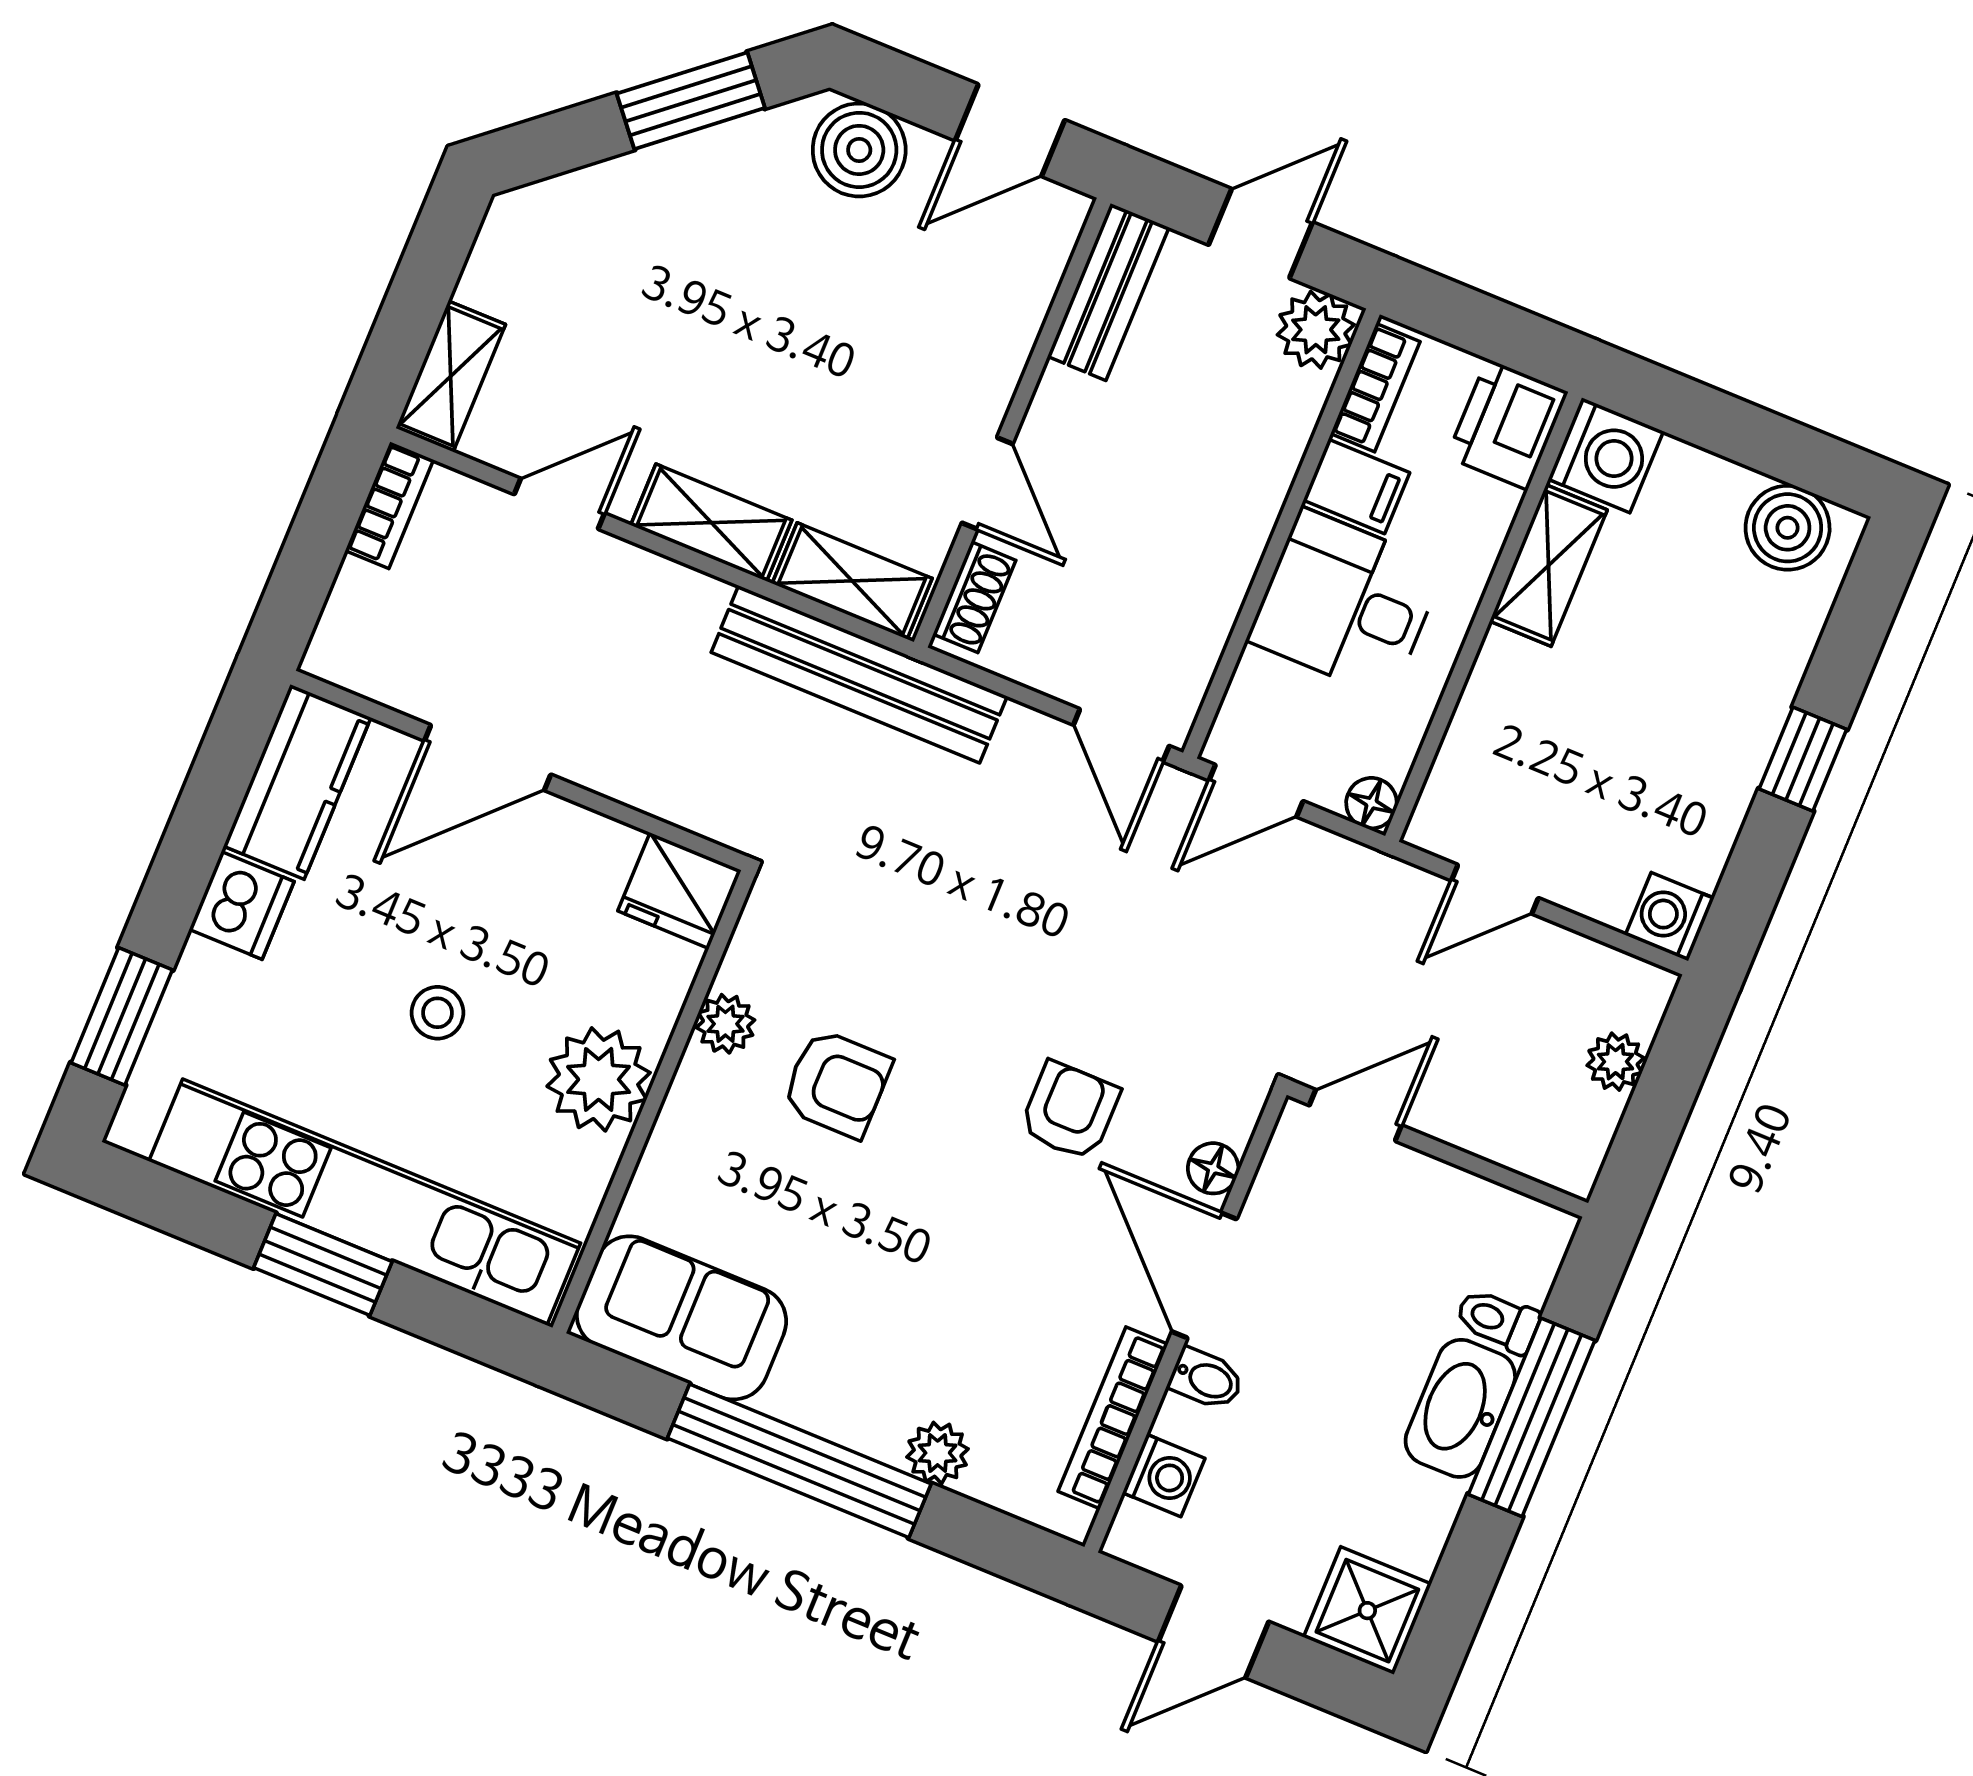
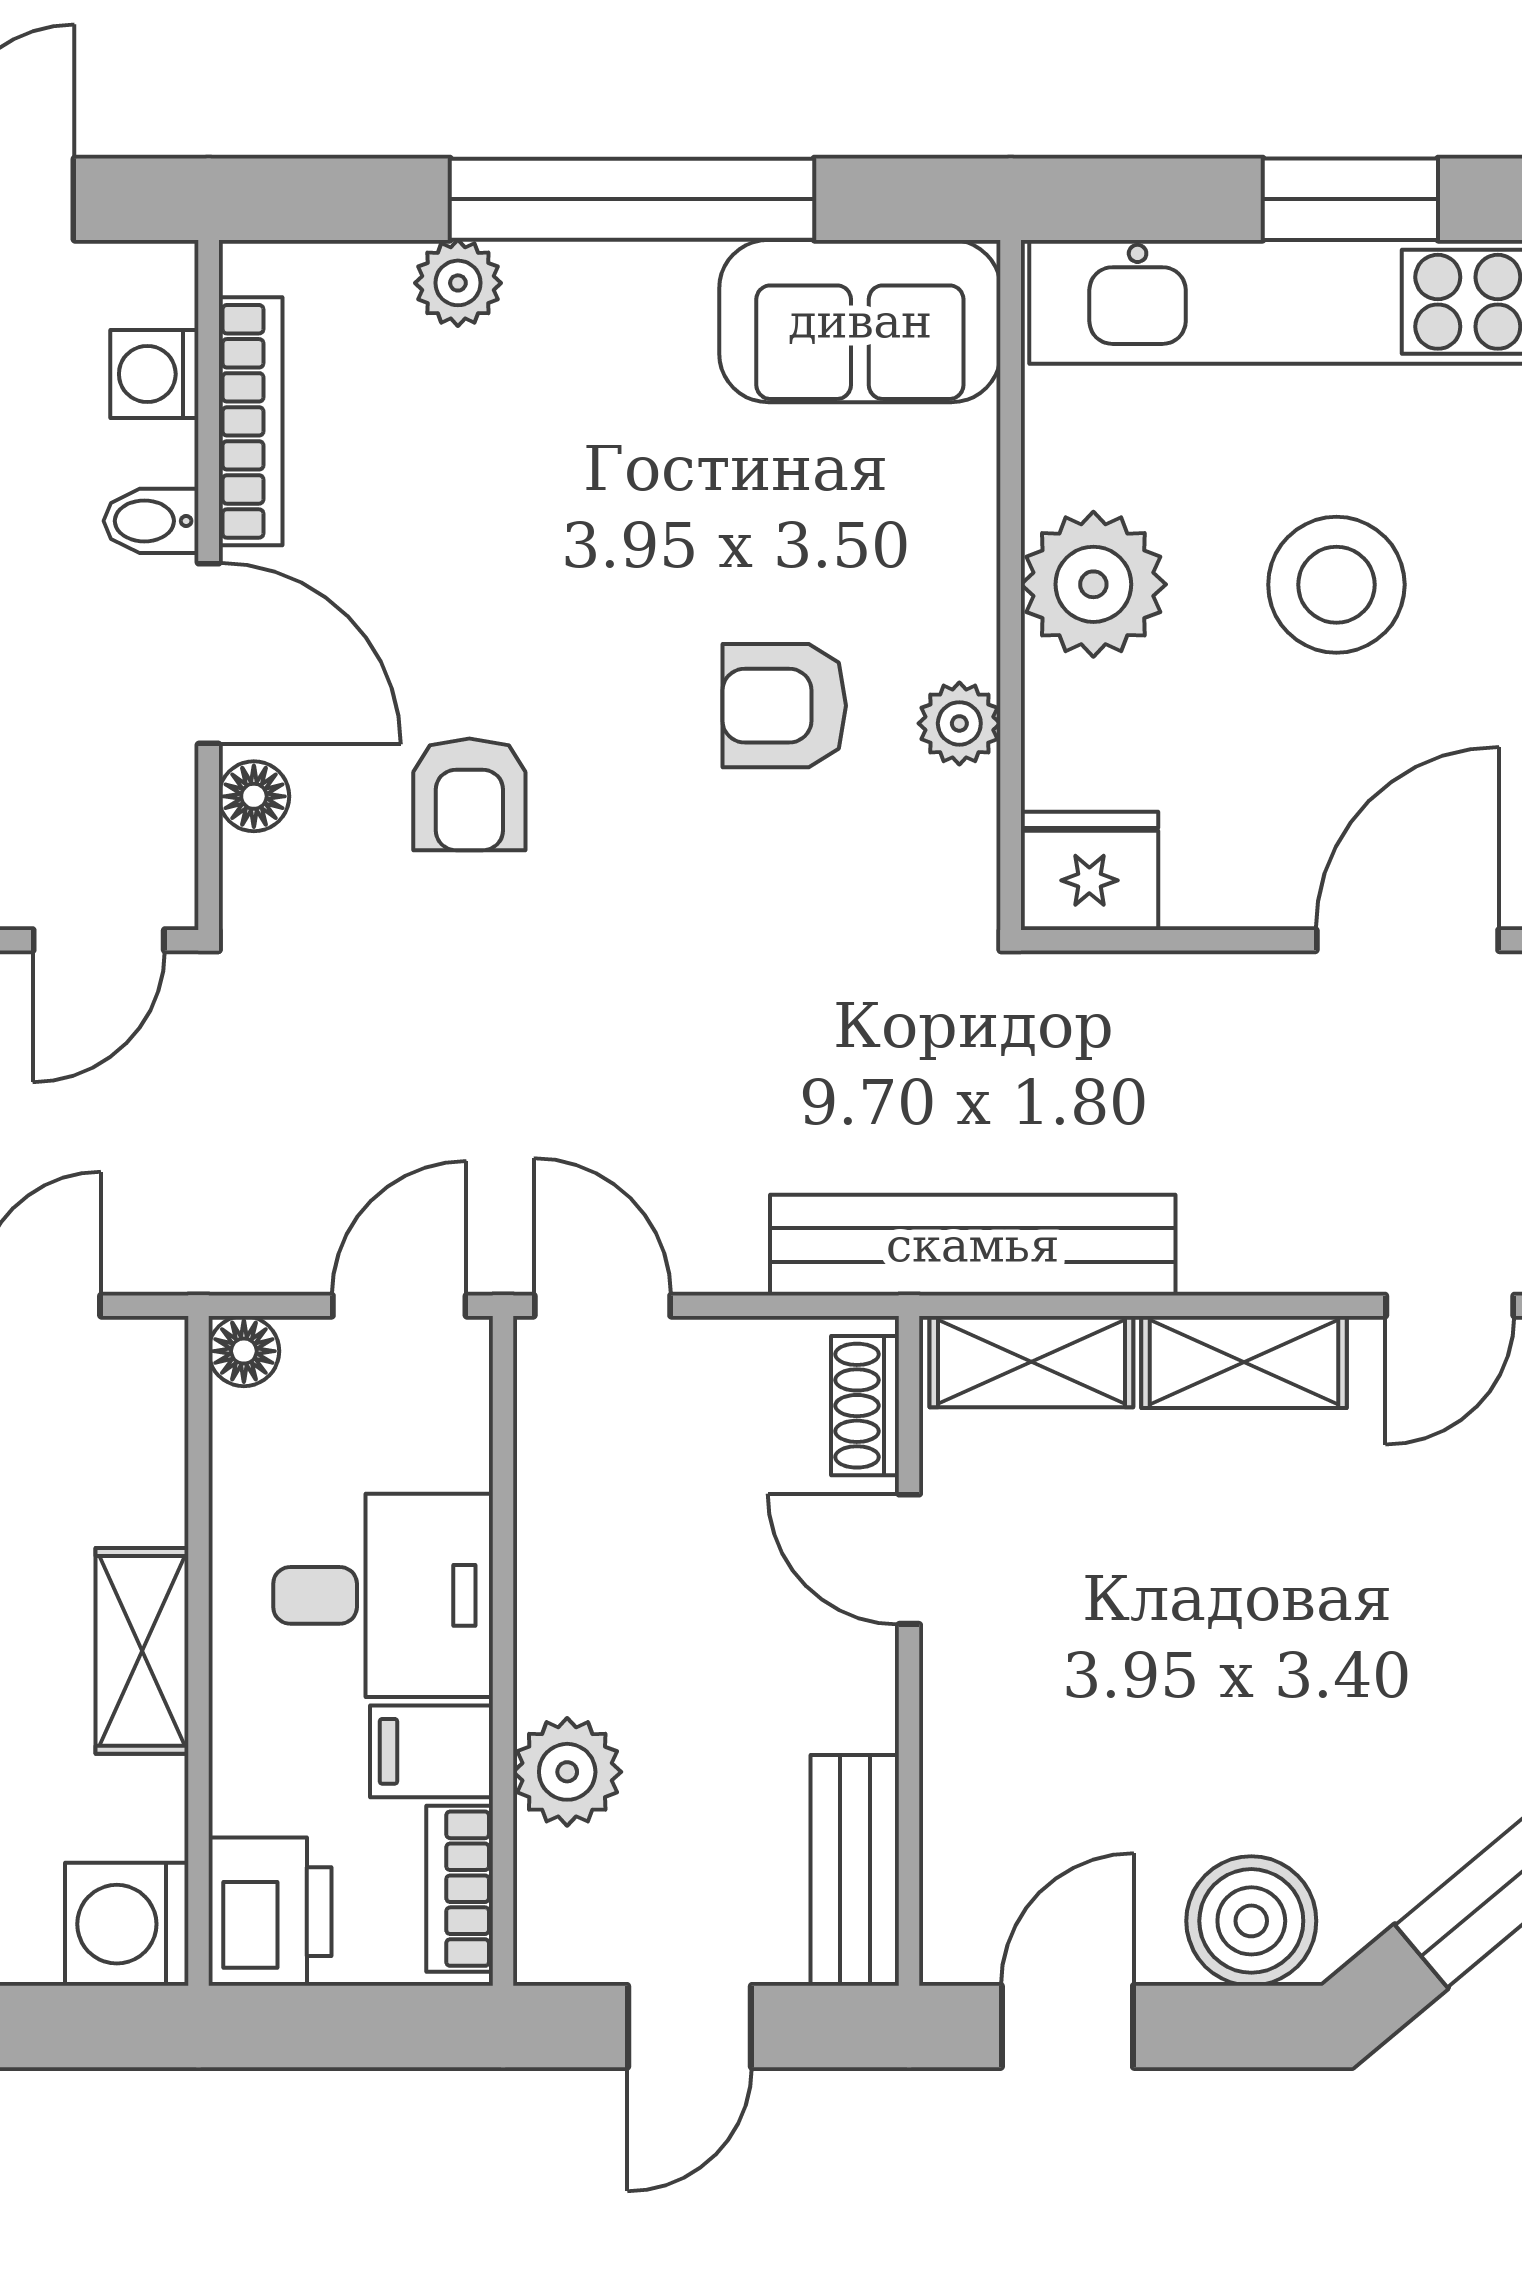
plant: (1316, 330) -> (567, 1772), moved
shelving: (1548, 566) -> (142, 1651), moved
stool: (438, 1013) -> (1336, 585), width x1.89, depth x1.89

